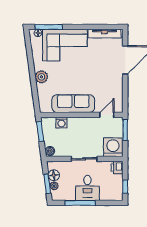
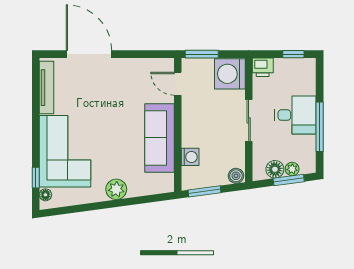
window: (49, 27) -> (36, 178), width x0.46

